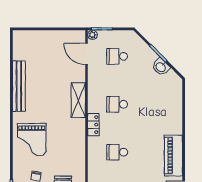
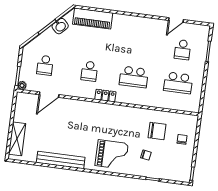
door: (87, 54) -> (49, 95), moved
shelving: (78, 100) -> (17, 139), moved, turned 90
school desk: (117, 152) -> (134, 77), width x1.85
piano: (173, 156) -> (93, 19), moved

